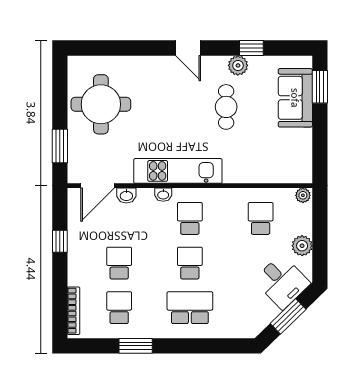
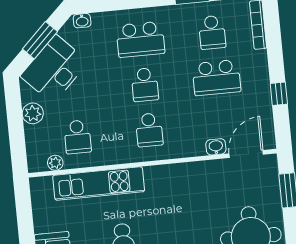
kitchen unit: (178, 171) -> (99, 184), moved
washbasin: (163, 195) -> (82, 21), moved, turned 180
plant: (303, 195) -> (55, 163), moved
school desk: (119, 263) -> (217, 78), width x1.85
desk: (282, 282) -> (54, 69), width x1.37

